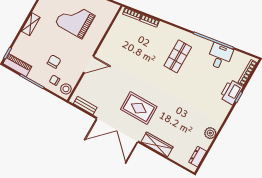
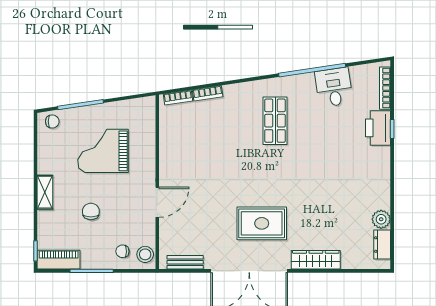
chair: (54, 62) -> (91, 211), moved
plant: (210, 133) -> (381, 219), moved

